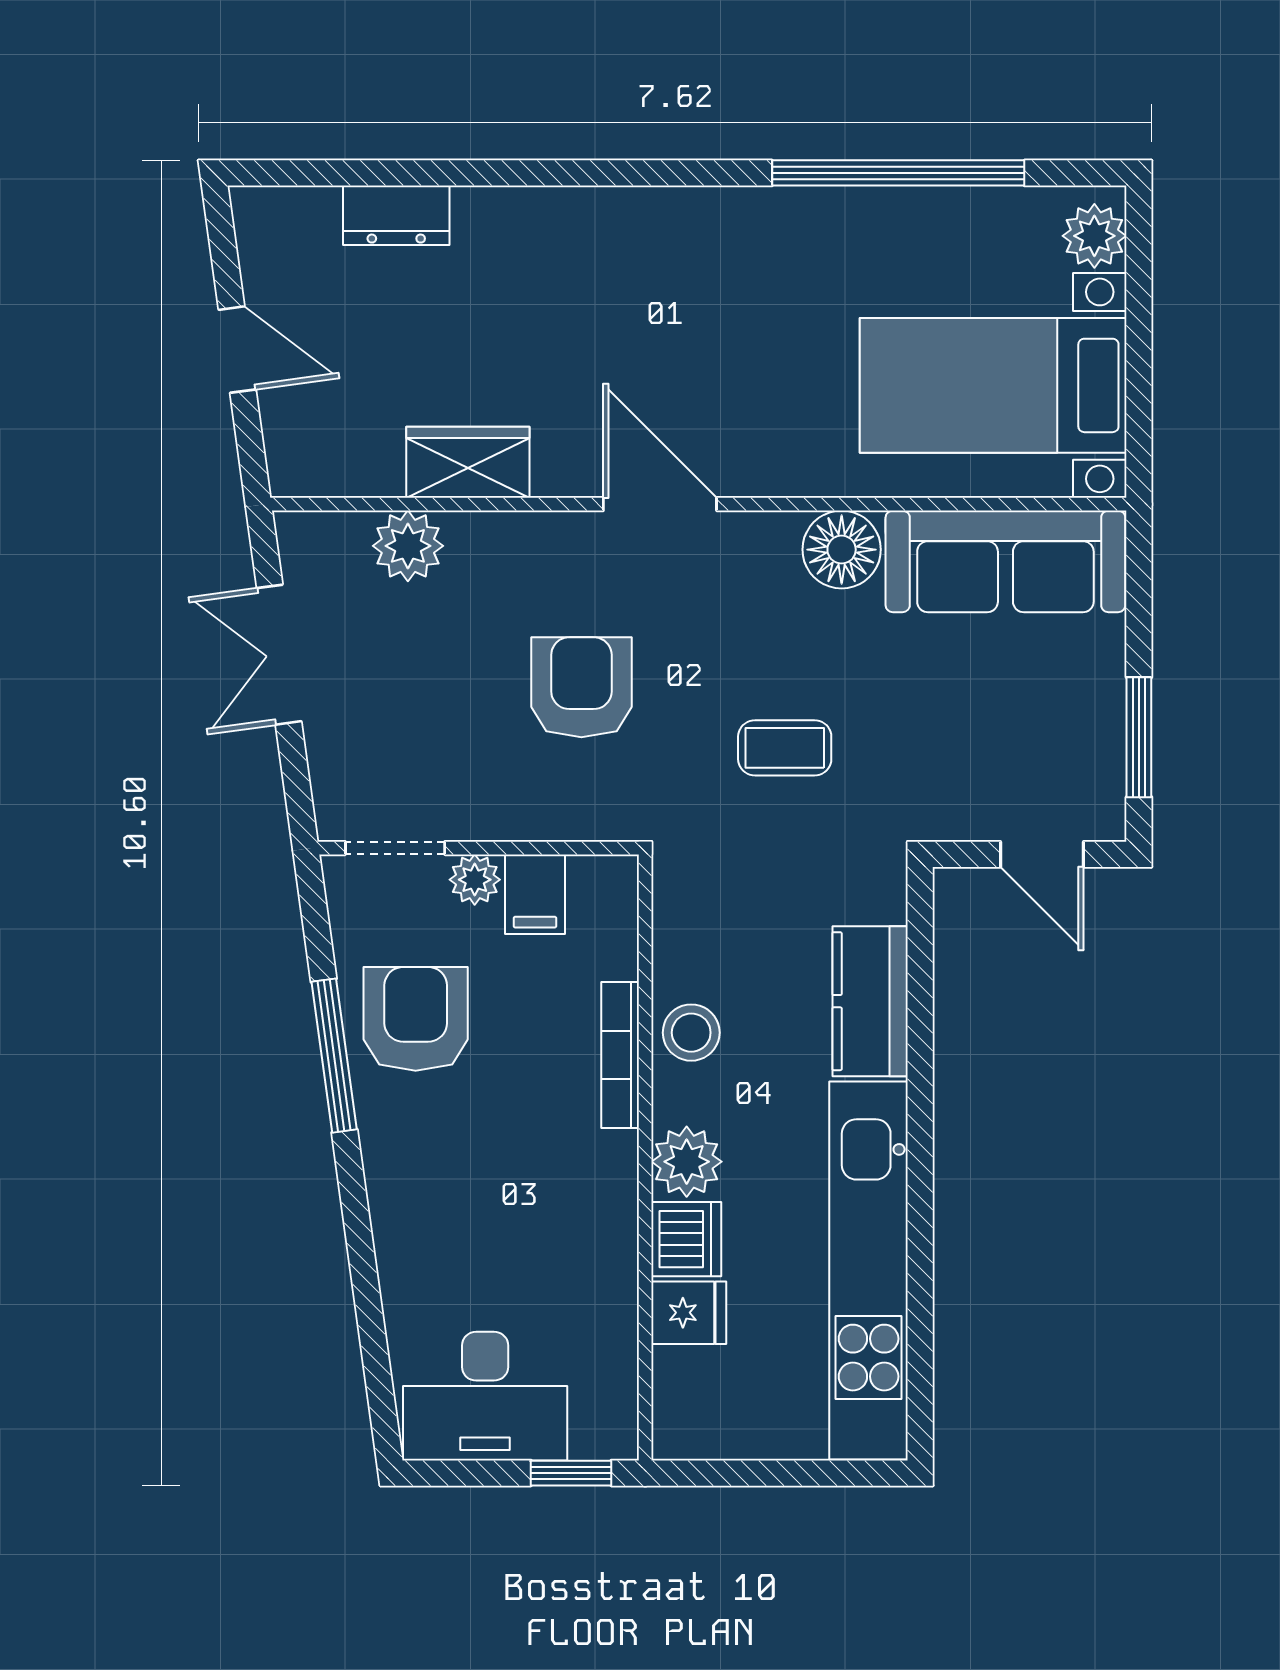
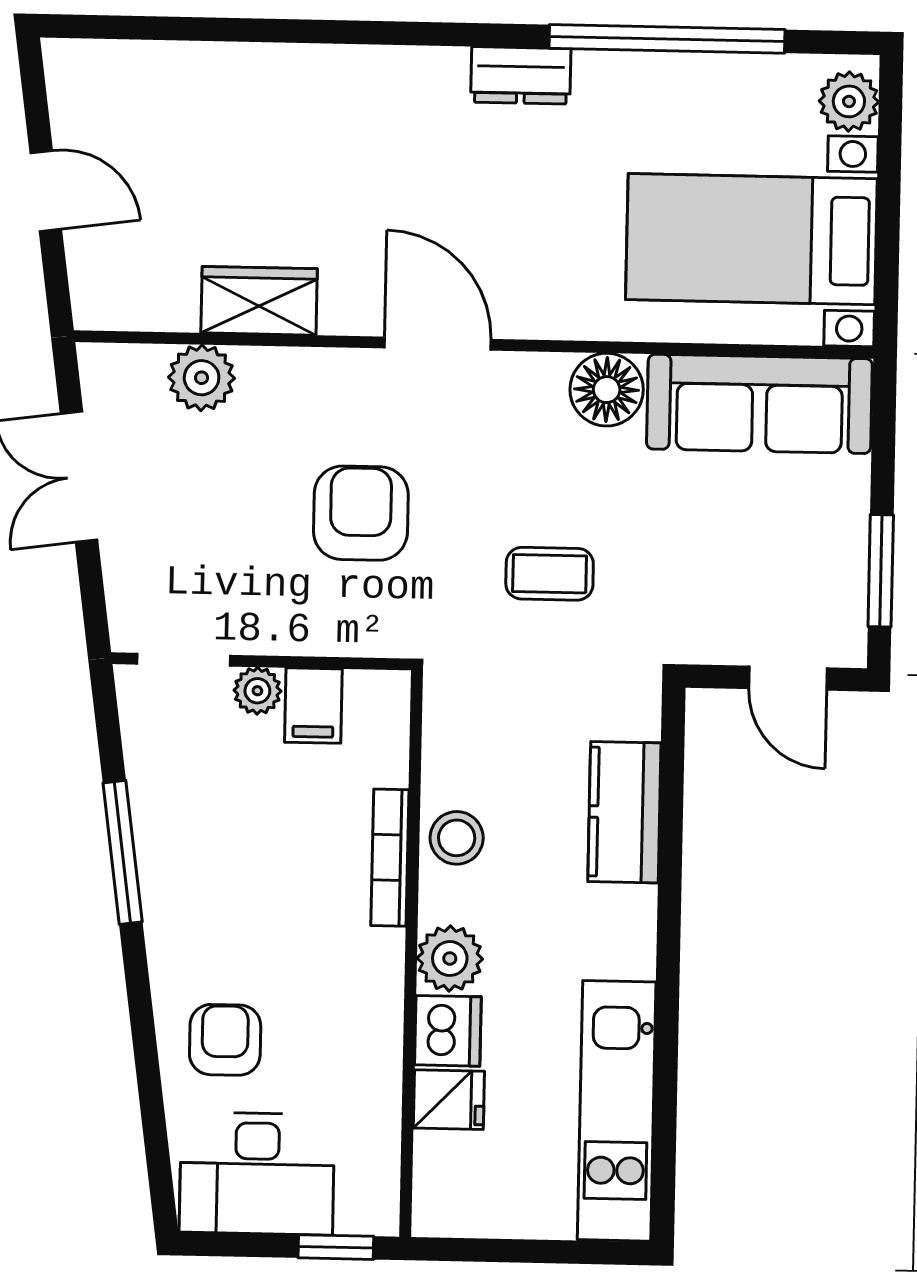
dresser: (396, 215) -> (521, 75), moved
armchair: (416, 1019) -> (225, 1040), moved, width x0.72, depth x0.72
kitchen unit: (869, 1271) -> (617, 1111), width x0.73

